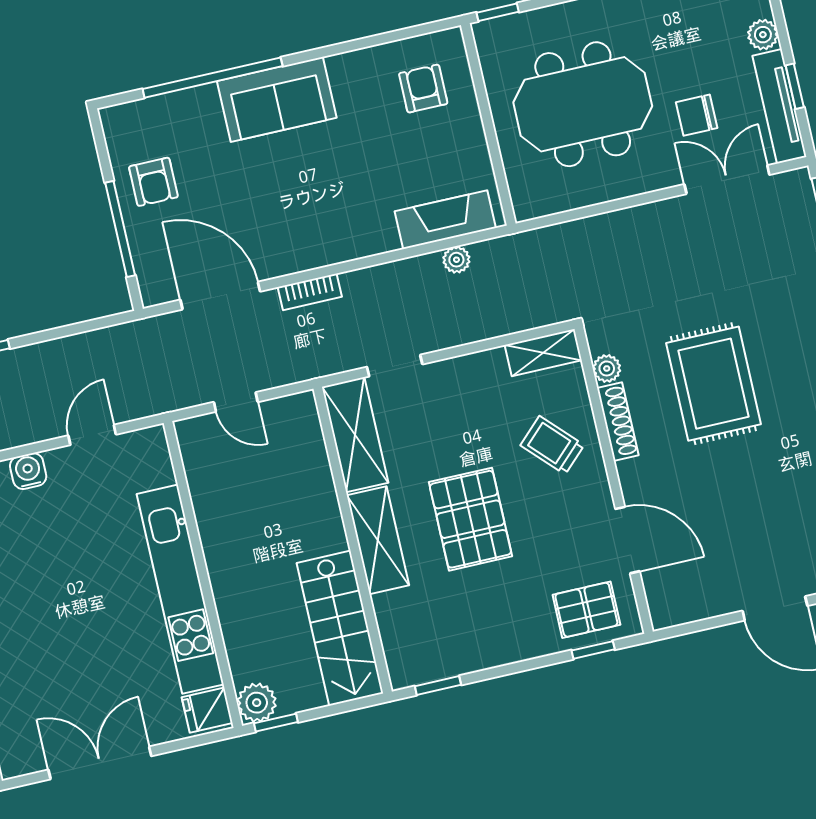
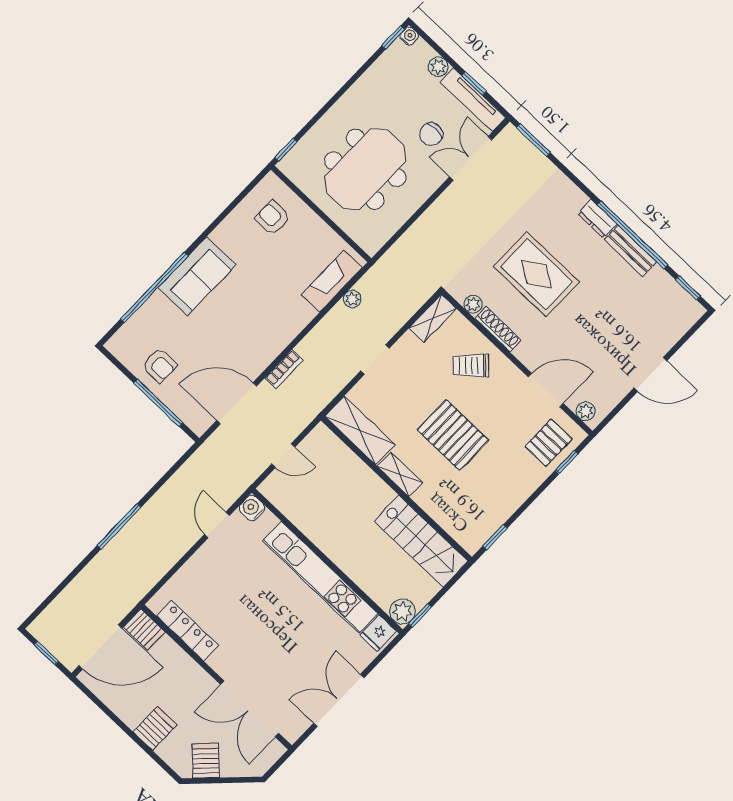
doorway: (395, 366) -> (375, 360), moved
water cooler: (28, 471) -> (252, 508), moved
shelving: (378, 540) -> (400, 474), width x0.67, depth x0.75
plant: (661, 601) -> (586, 411), added

